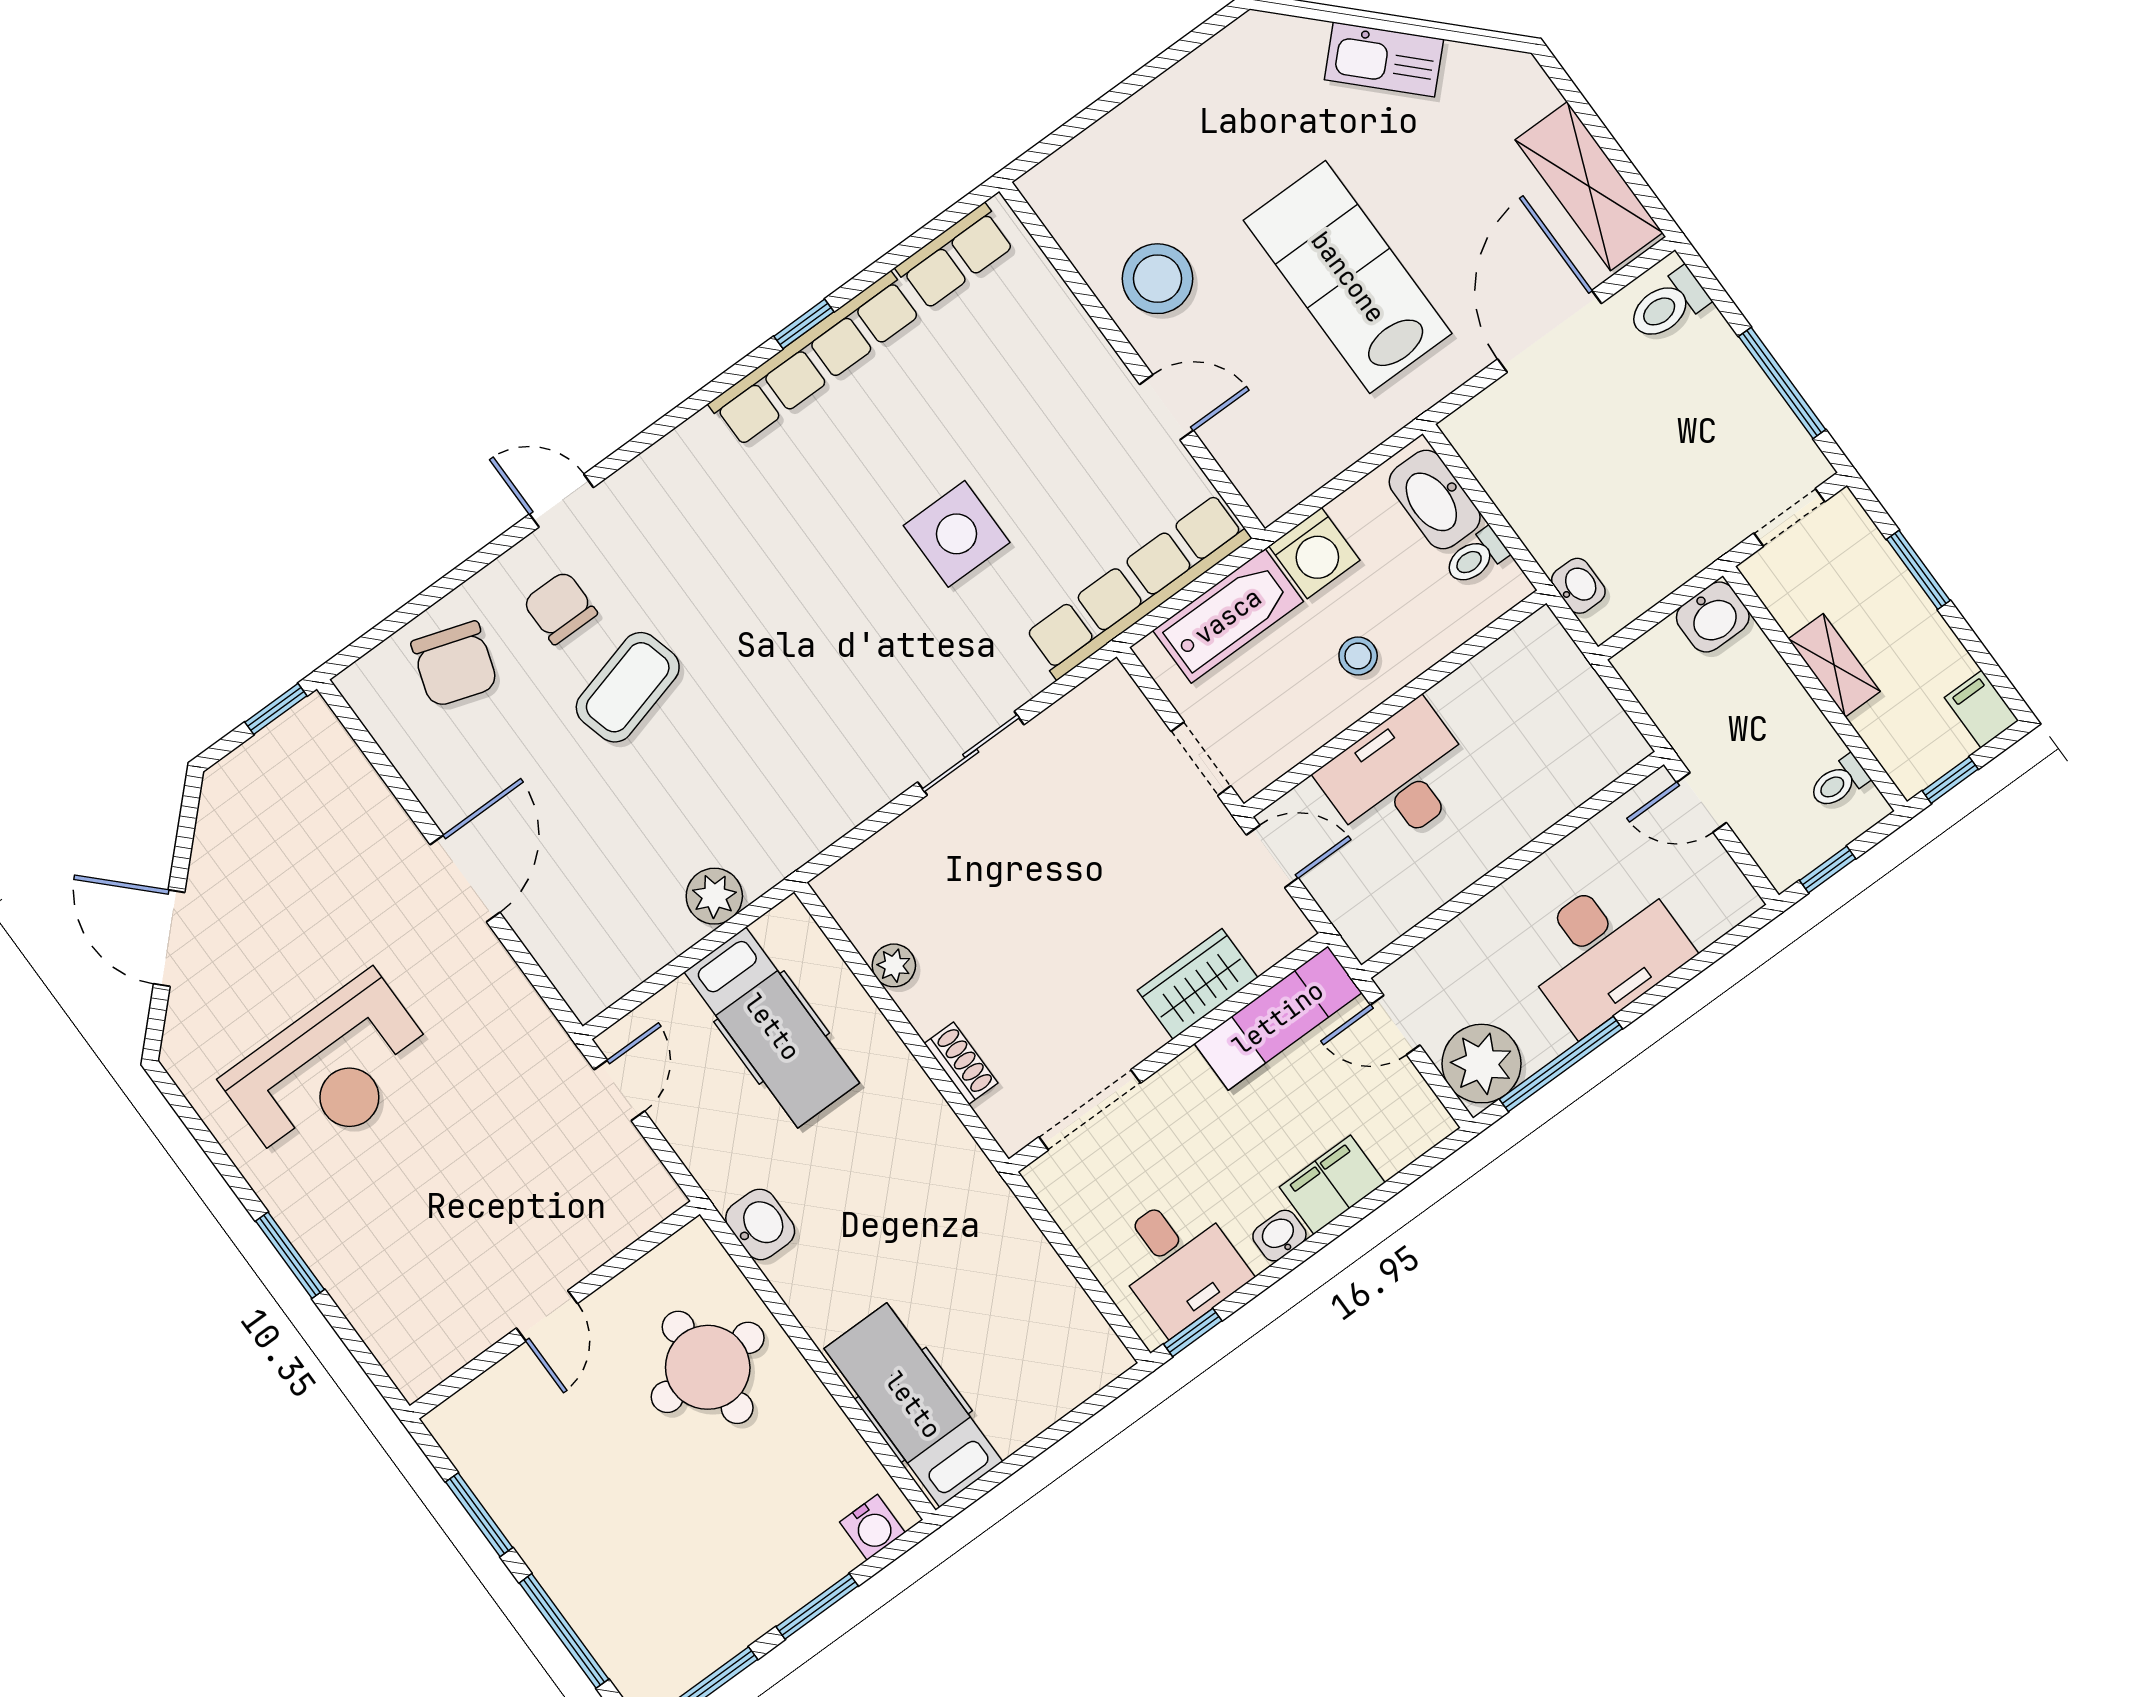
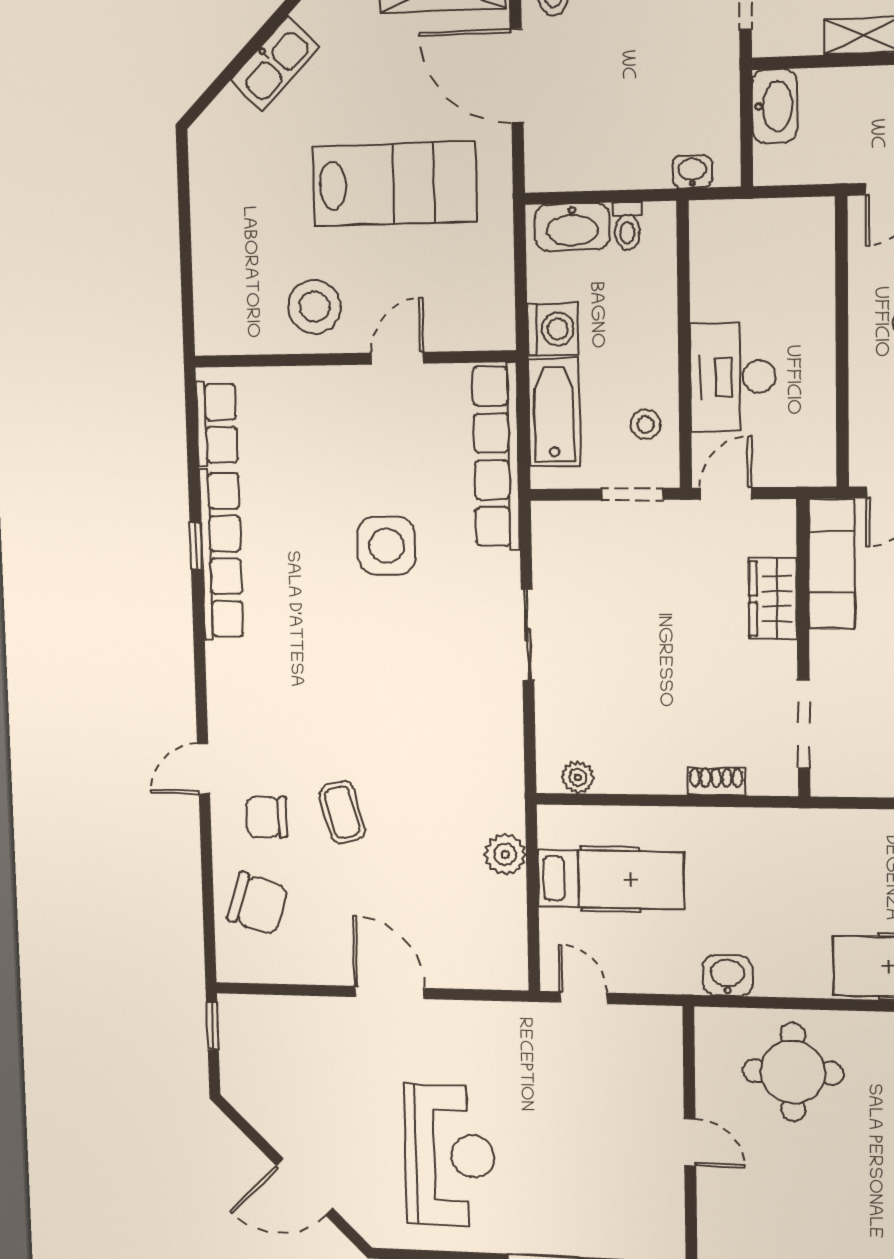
lab bench: (1348, 277) -> (394, 184), turned 180
washbasin: (1713, 617) -> (775, 106), width x1.38
stool: (1358, 656) -> (646, 425), moved
coffee table: (628, 687) -> (342, 812), width x0.73, depth x0.77
plant: (894, 965) -> (578, 777), moved

